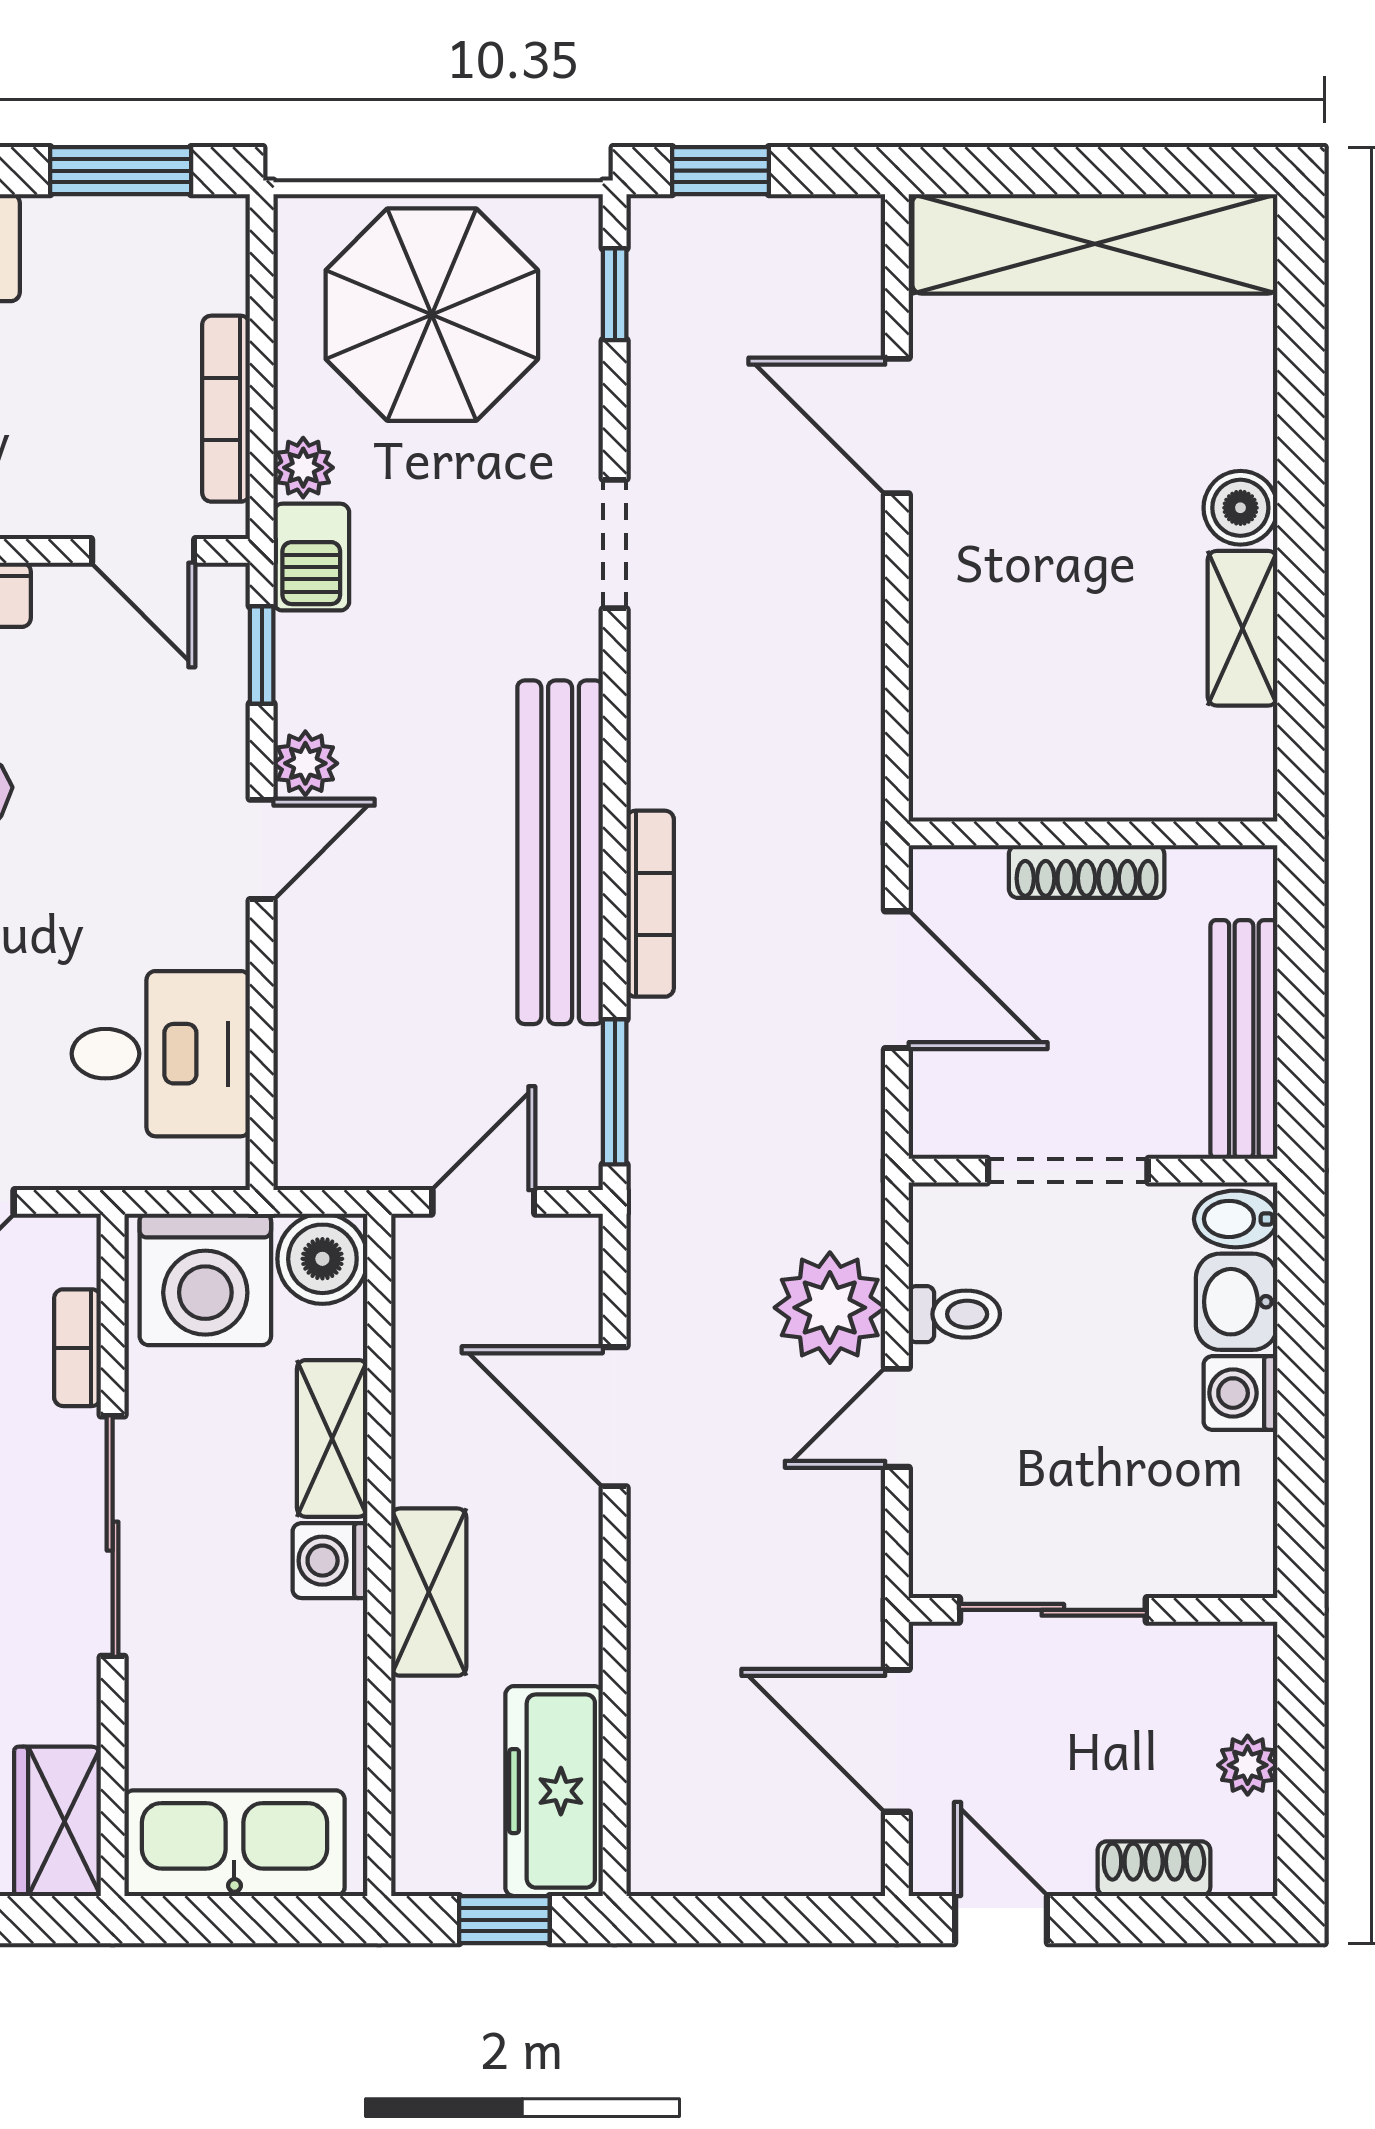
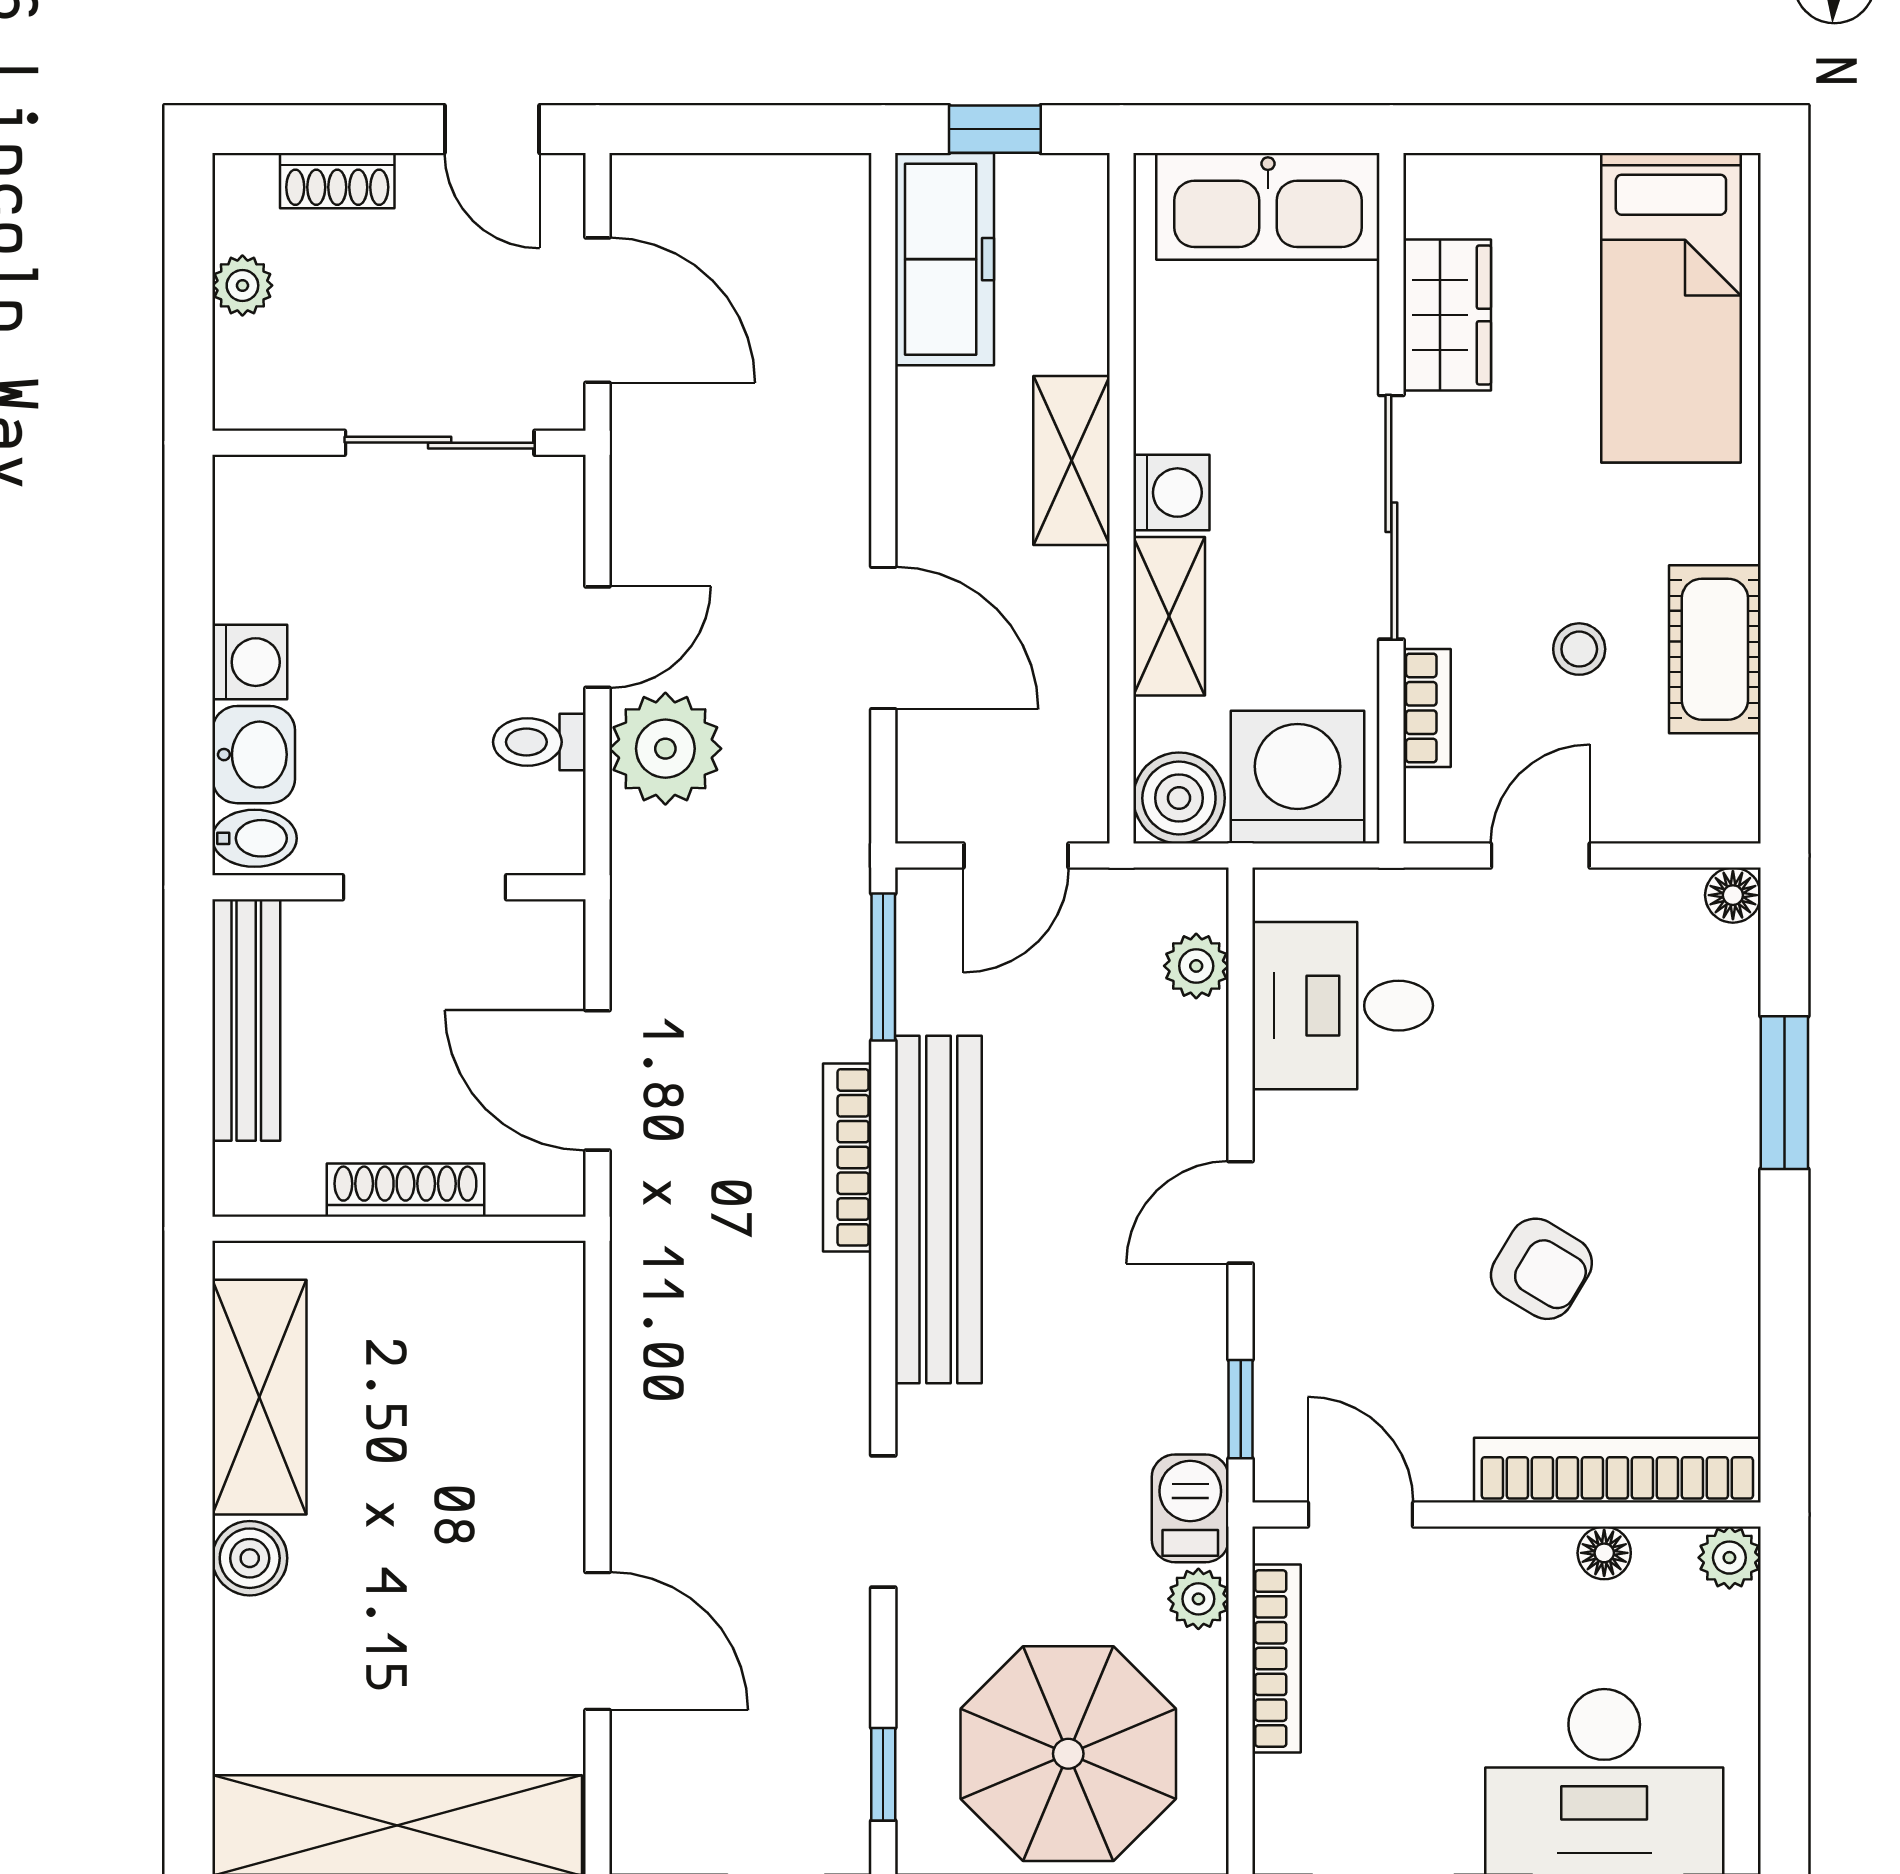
shelving: (1243, 628) -> (259, 1397), width x1.50, depth x1.33
plant: (305, 763) -> (1196, 966), moved
wardrobe: (58, 1821) -> (1447, 315), moved

